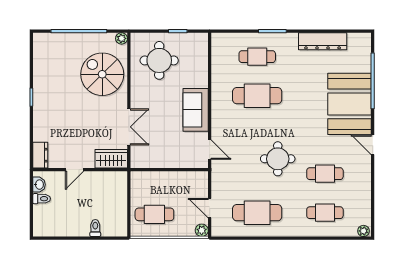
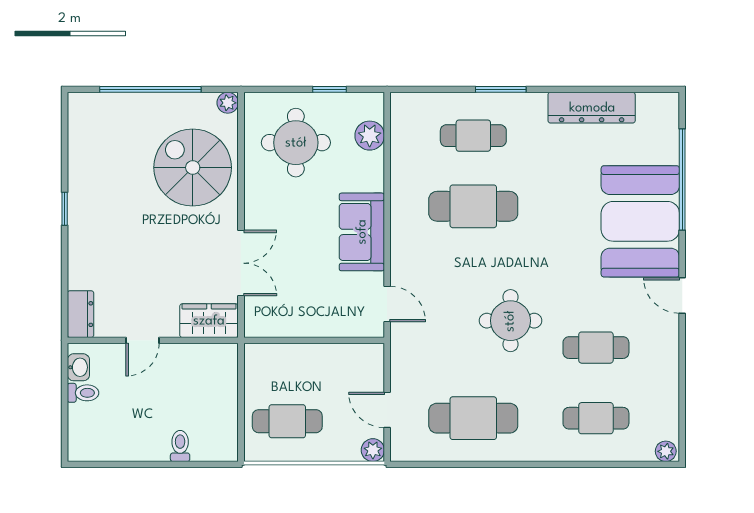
plant: (200, 57) -> (370, 136), added

